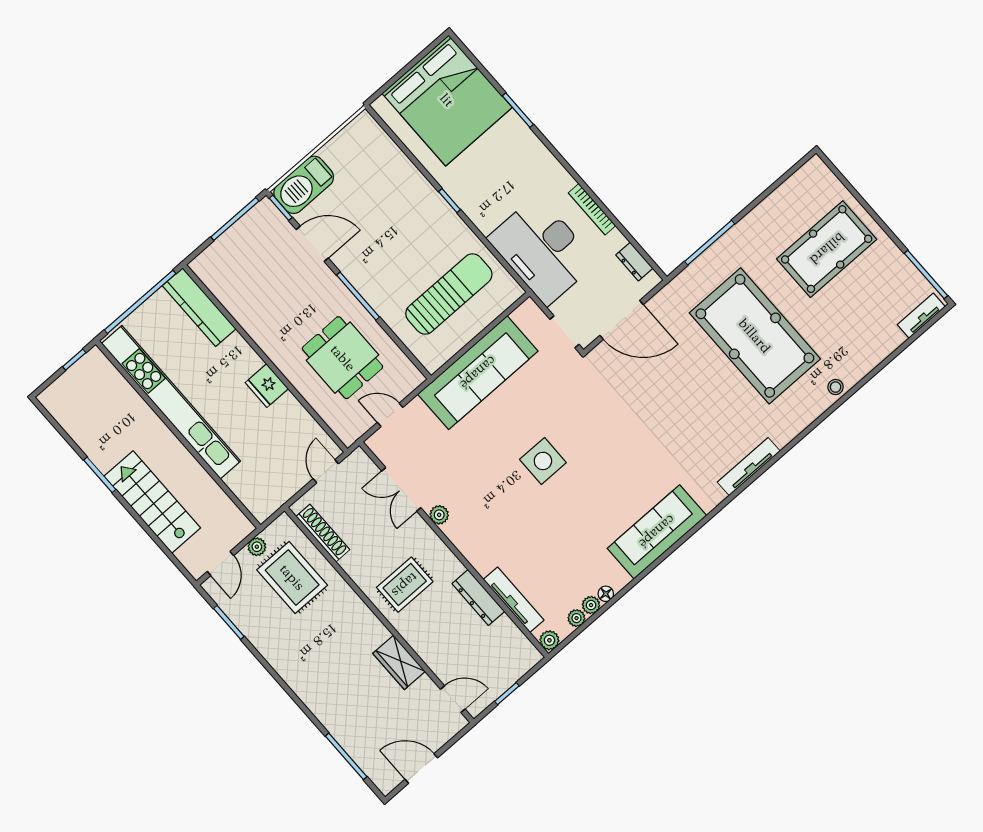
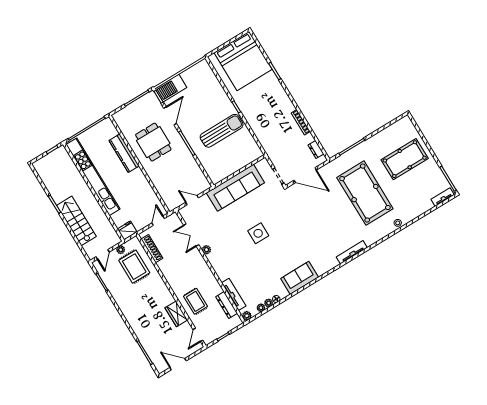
door: (312, 244) -> (170, 116), hinge flipped
desk: (542, 250) -> (275, 137), removed
sun lounger: (449, 294) -> (222, 131), moved
kitchen counter: (199, 307) -> (124, 153), moved
dining table: (343, 358) -> (153, 142), moved
fridge: (267, 386) -> (127, 230), moved, turned 90
sofa: (657, 532) -> (300, 278), width x0.73
rug: (405, 585) -> (196, 301), moved, turned 90
dresser: (478, 597) -> (227, 305), moved
door: (453, 699) -> (198, 335), swing flipped

